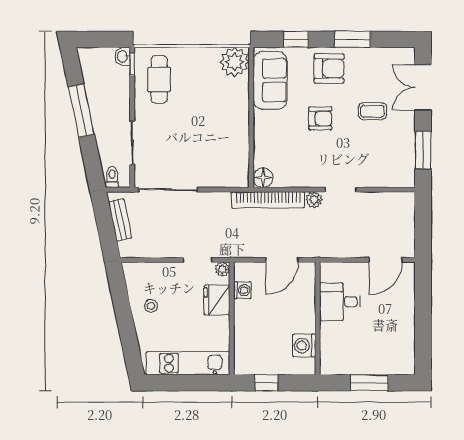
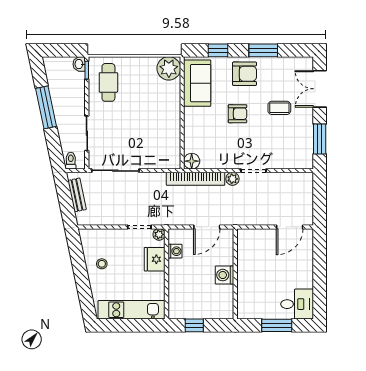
desk: (340, 302) -> (297, 304), moved, turned 180
washing machine: (304, 346) -> (225, 275), moved

